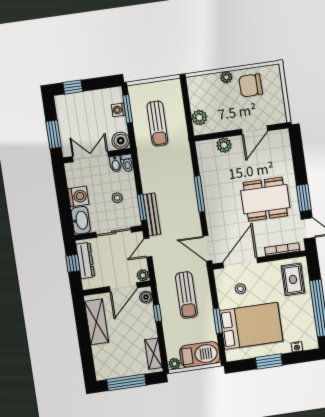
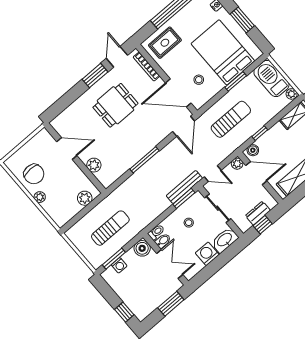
double door: (90, 157) -> (170, 264), swing flipped
dining table: (265, 199) -> (115, 105), width x0.73
dresser: (85, 260) -> (258, 213), width x0.70

